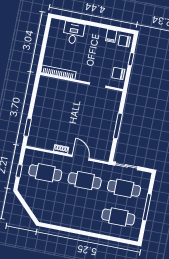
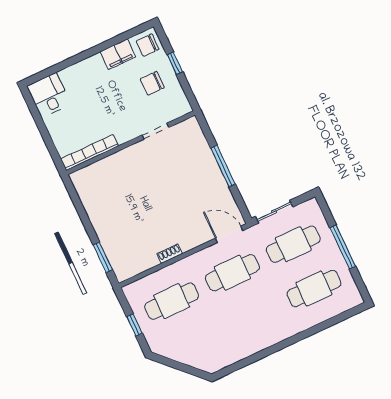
desk: (73, 33) -> (49, 95), moved
filing cabinet: (111, 36) -> (118, 54), width x2.00
chair: (118, 73) -> (152, 83), moved
door: (81, 158) -> (229, 234), moved

